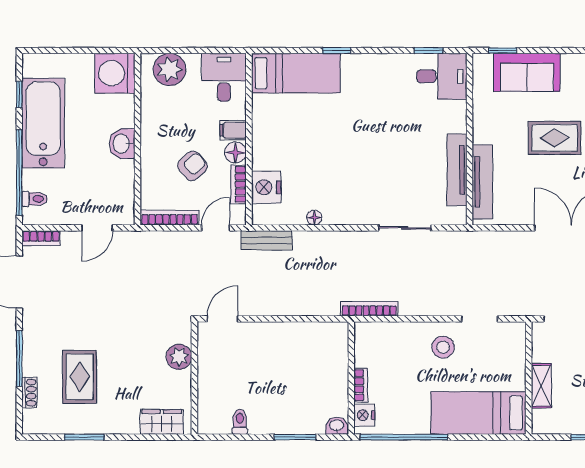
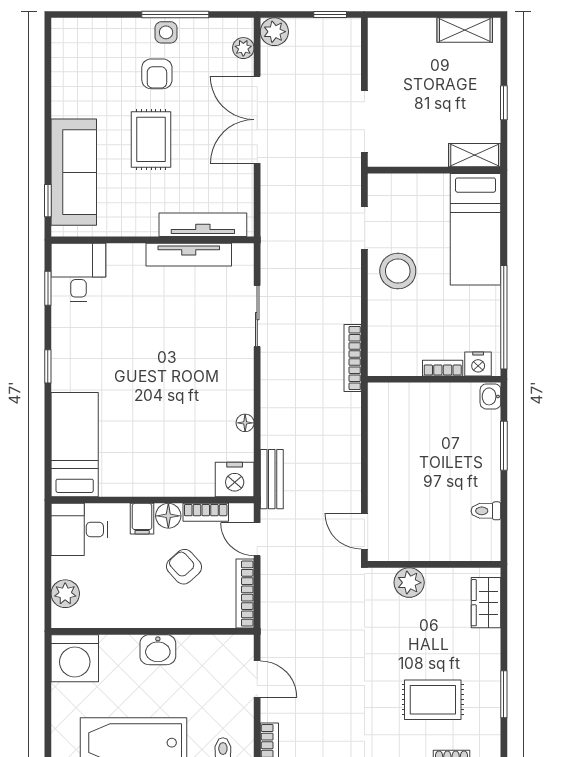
window: (337, 50) -> (48, 366), moved
plant: (170, 69) -> (65, 594), width x0.73, depth x0.73
sofa: (527, 72) -> (74, 172), width x1.36
nightstand: (266, 187) -> (235, 479), moved
stool: (443, 347) -> (398, 271), width x1.38, depth x1.38
shelving: (541, 386) -> (475, 155), moved

